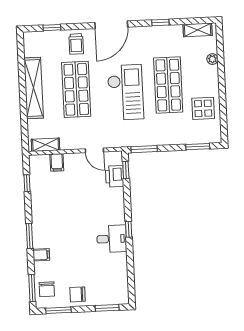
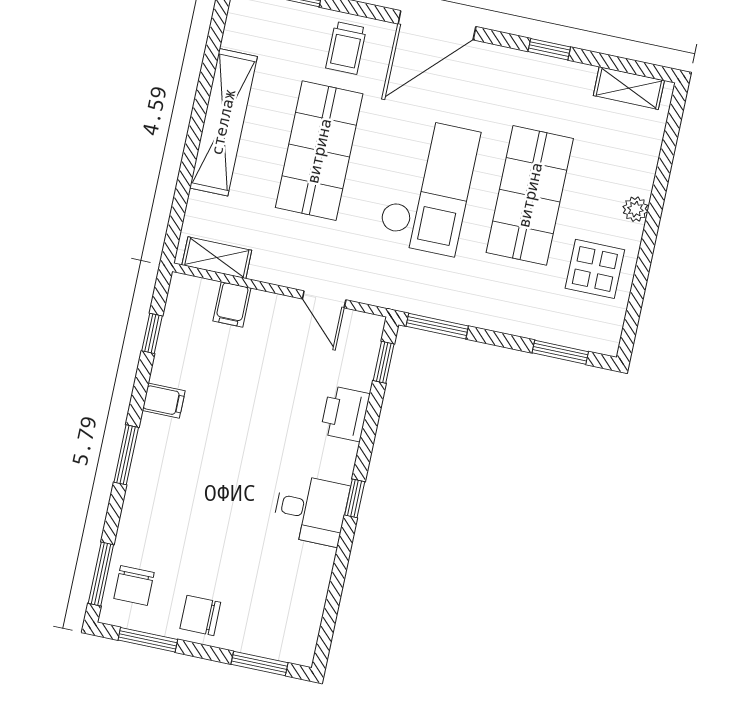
plant: (212, 59) -> (635, 209), moved
printer: (115, 176) -> (345, 414), moved
filing cabinet: (41, 255) -> (164, 401), moved

